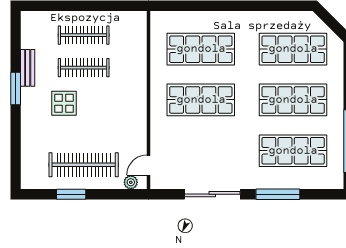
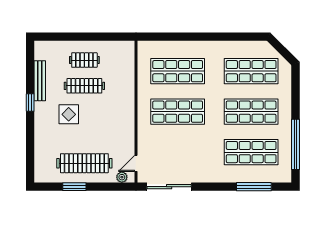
clothes rail: (84, 35) -> (84, 60), width x0.73
bench: (28, 68) -> (40, 81), width x1.36
window: (16, 88) -> (30, 102), width x0.67
sliding door: (212, 194) -> (169, 187), moved
window: (278, 194) -> (254, 187), moved

